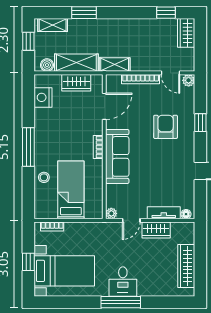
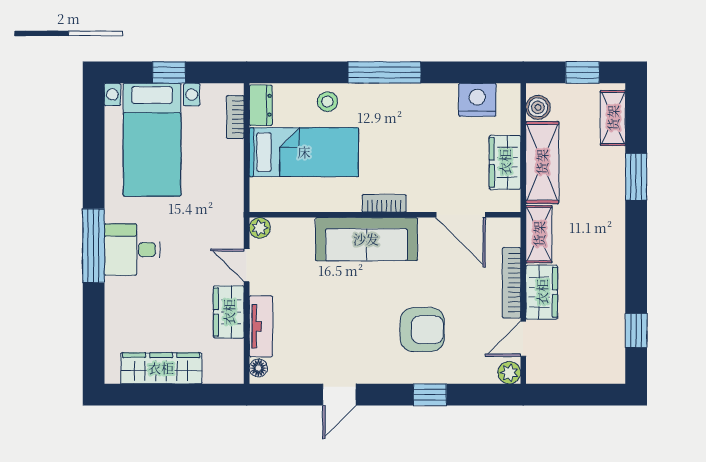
wardrobe: (186, 33) -> (542, 292), moved, turned 90
dresser: (46, 213) -> (261, 105), added

